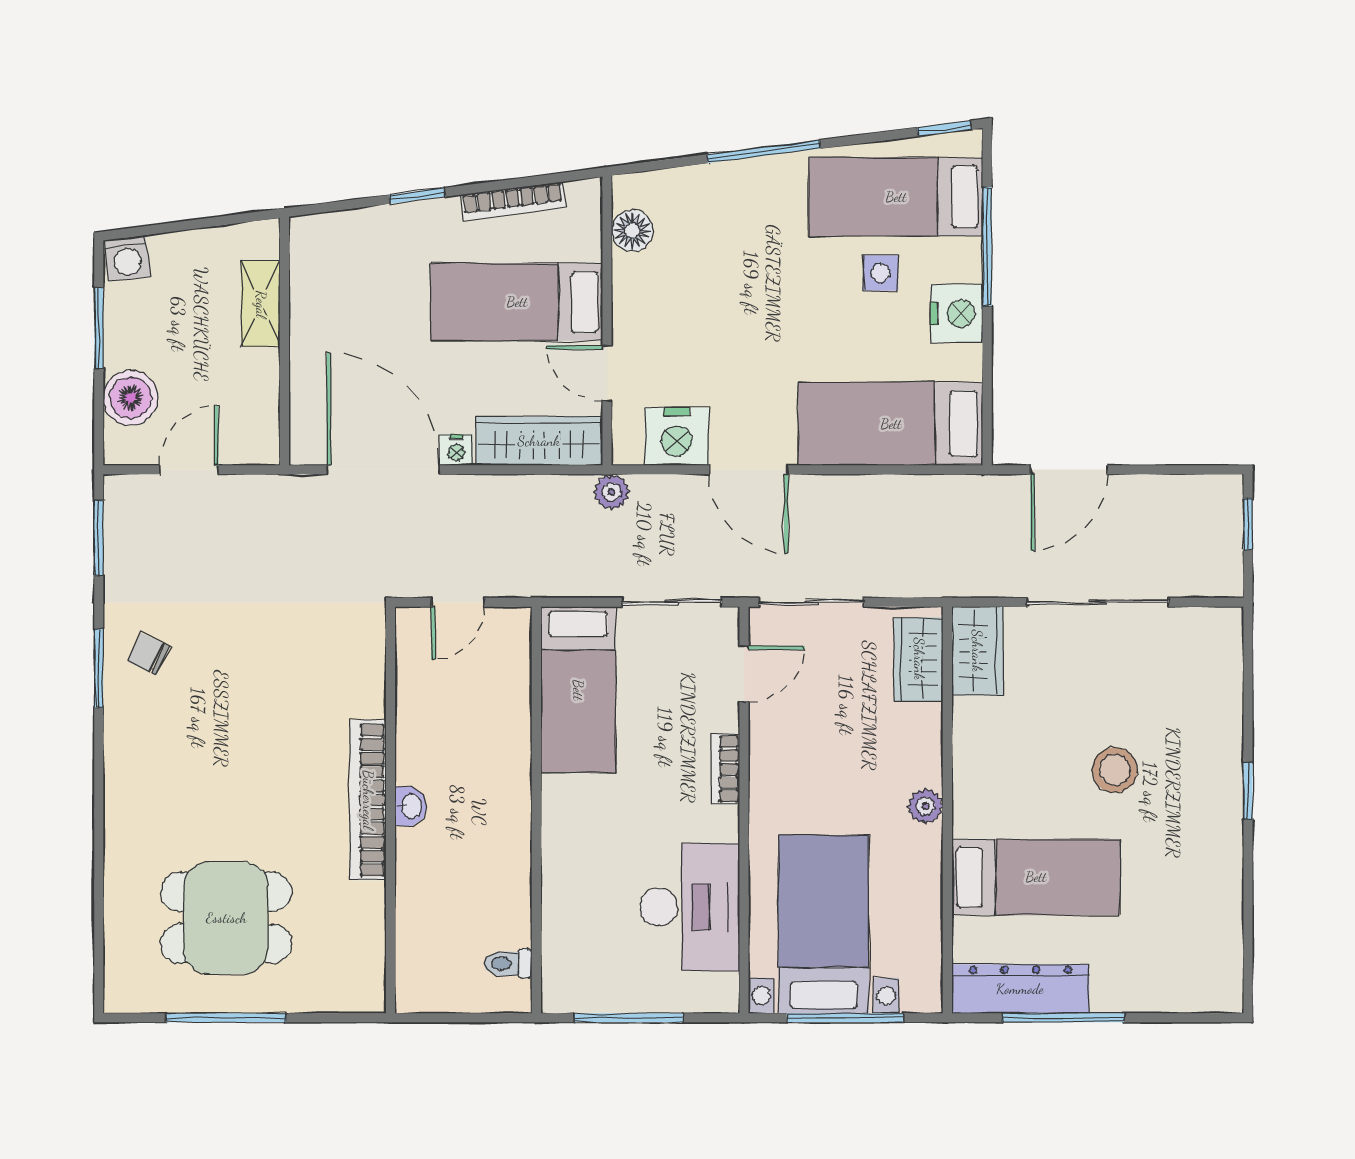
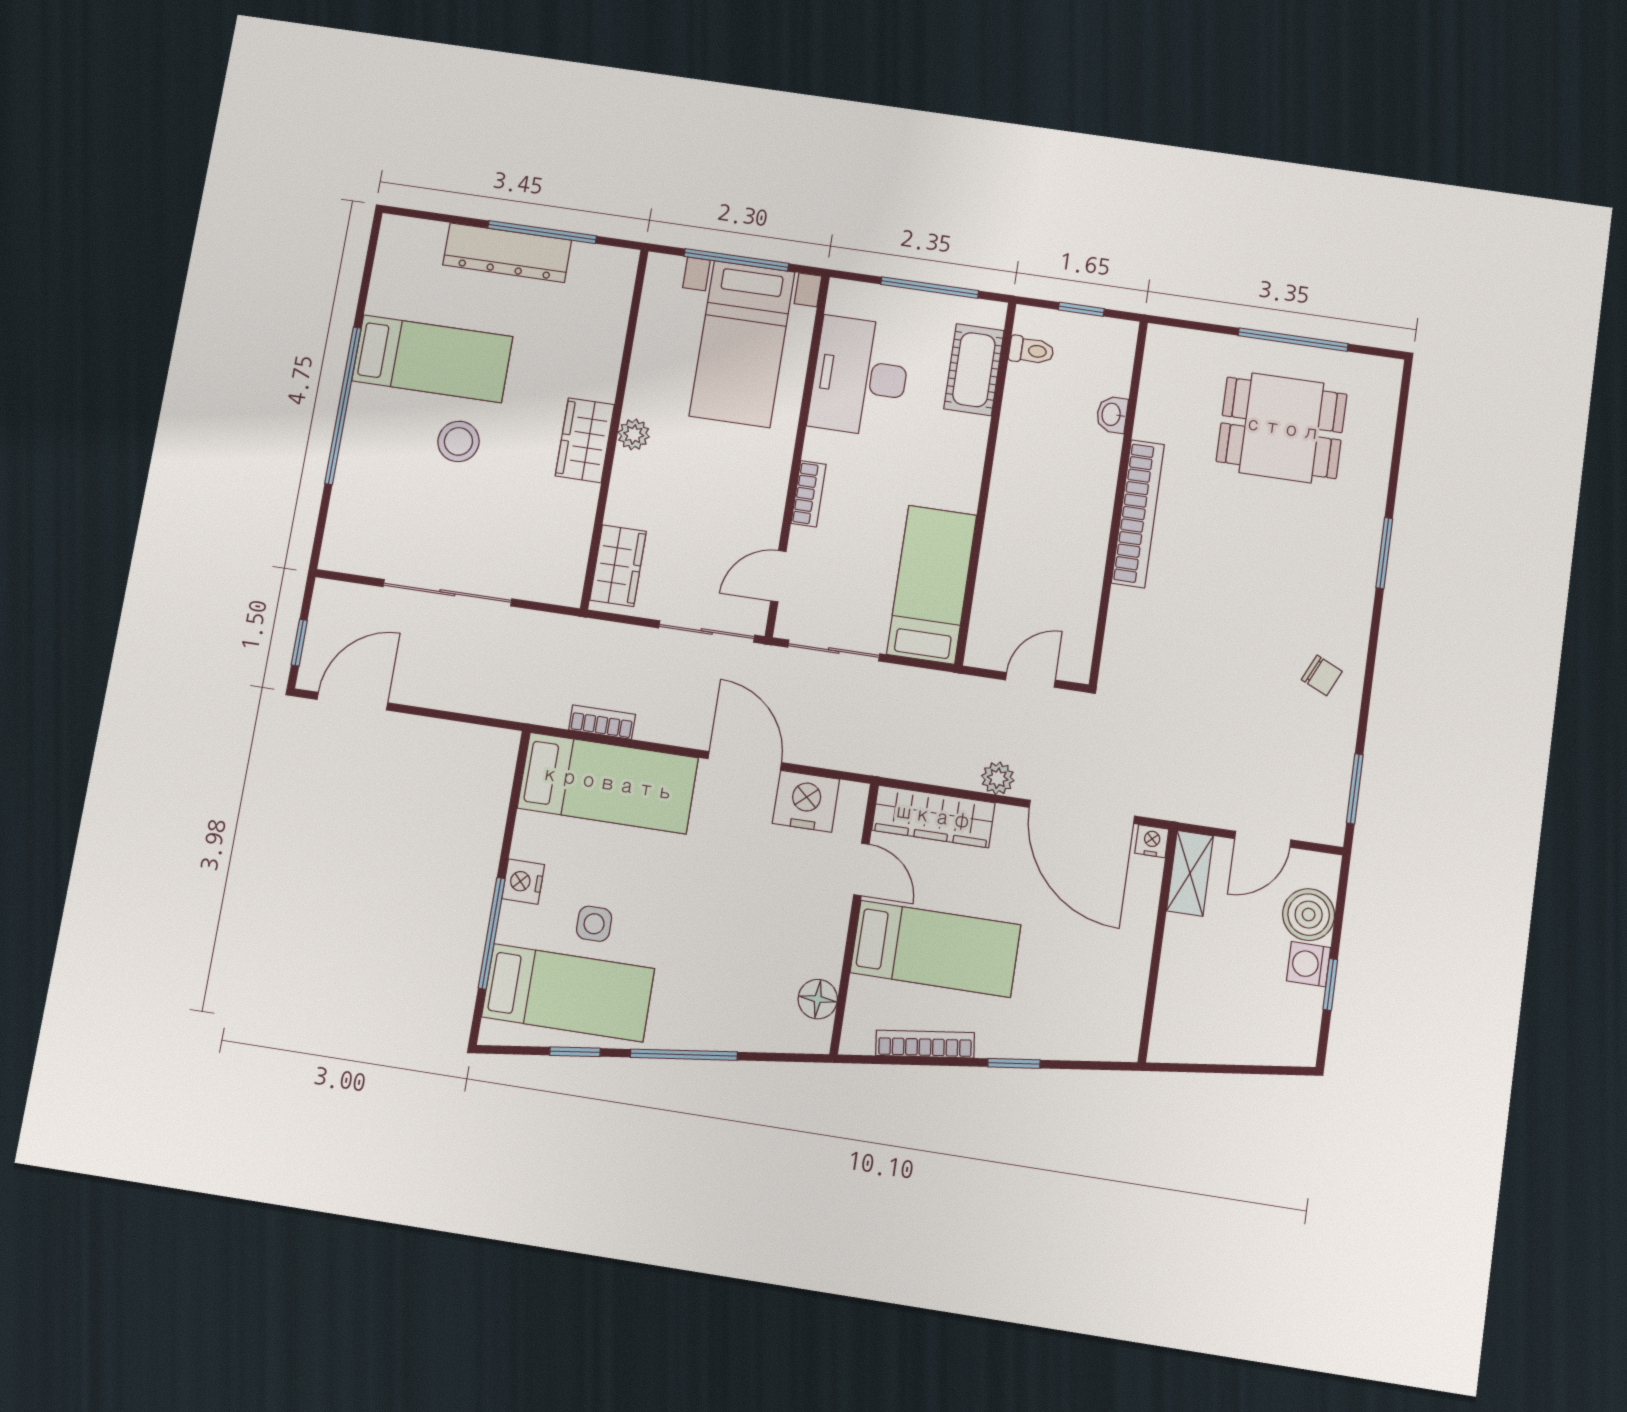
window: (944, 128) -> (575, 1052), moved
washing machine: (127, 258) -> (1309, 964), moved, turned -83
shelving: (261, 304) -> (1190, 873), moved
nightstand: (957, 314) -> (523, 882), width x0.74, depth x0.75
window: (99, 328) -> (1330, 984), width x0.67
nightstand: (456, 450) -> (1152, 841), moved
door: (1069, 470) -> (352, 701), moved
bookcase: (908, 488) -> (602, 722), added
plant: (611, 492) -> (998, 778), moved
wardrobe: (977, 651) -> (585, 440), moved
window: (99, 668) -> (1384, 553), moved
window: (1248, 791) -> (343, 406), width x3.17
washbasin: (411, 806) -> (1112, 414), moved
bed: (1036, 877) -> (432, 359), moved, turned 180
cot: (567, 933) -> (974, 370), added
dresser: (1020, 989) -> (507, 253), moved
window: (460, 1018) -> (1081, 309), added

